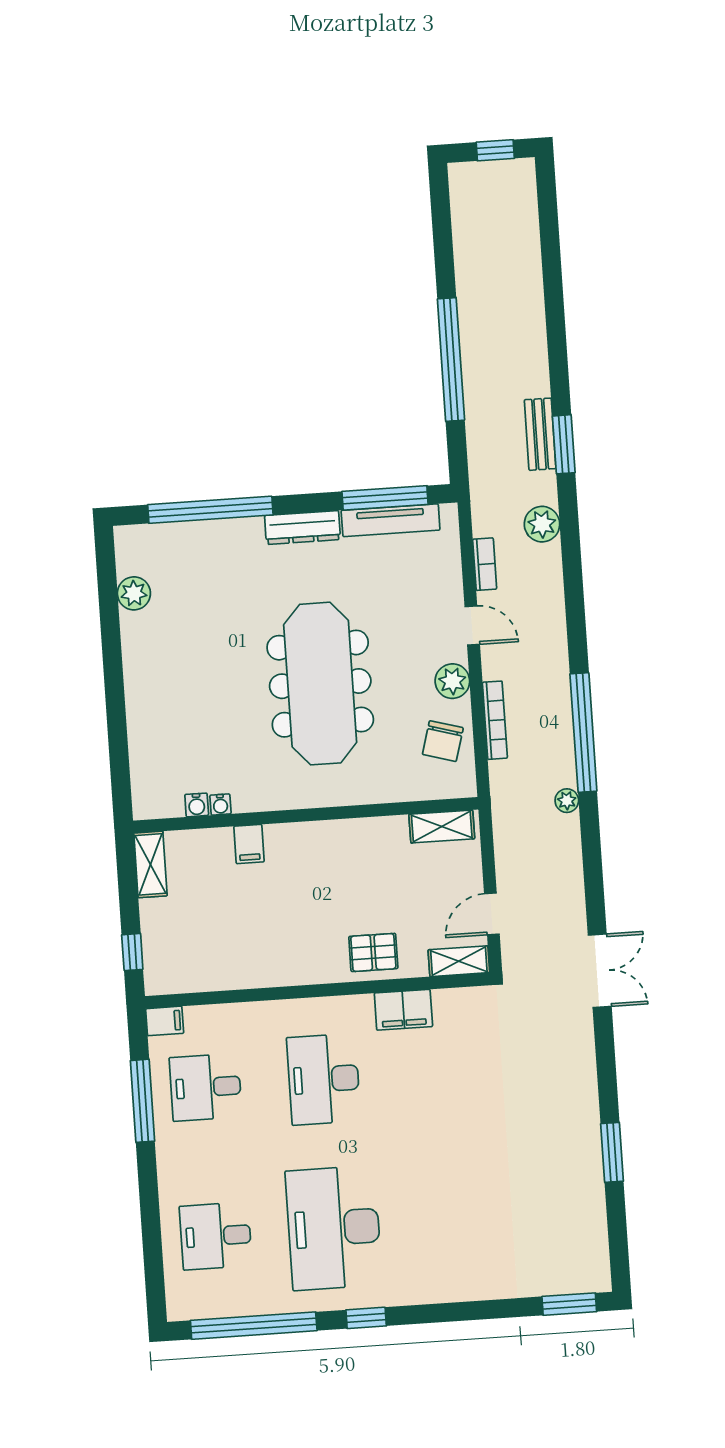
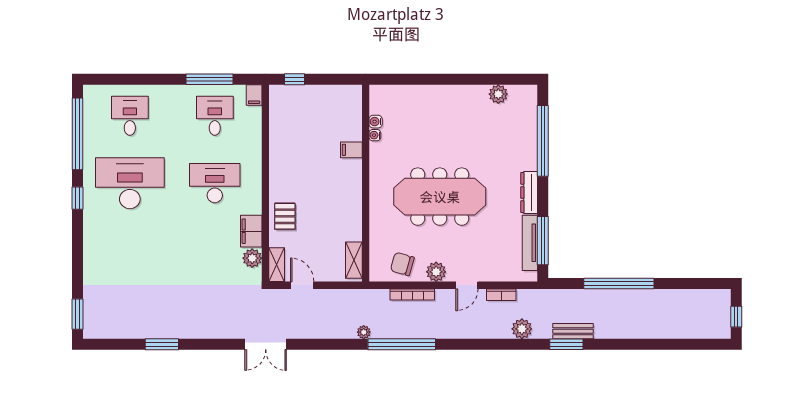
shelving: (150, 864) -> (344, 93), removed
plant: (450, 1005) -> (252, 258), added

